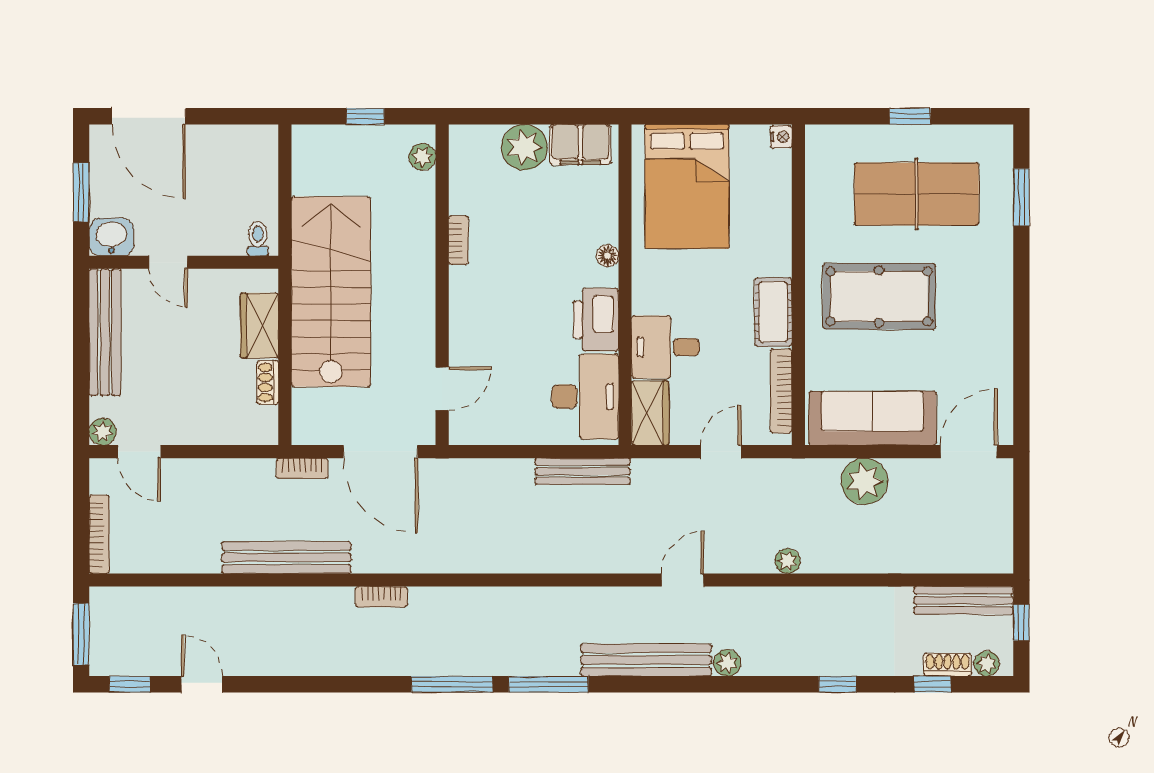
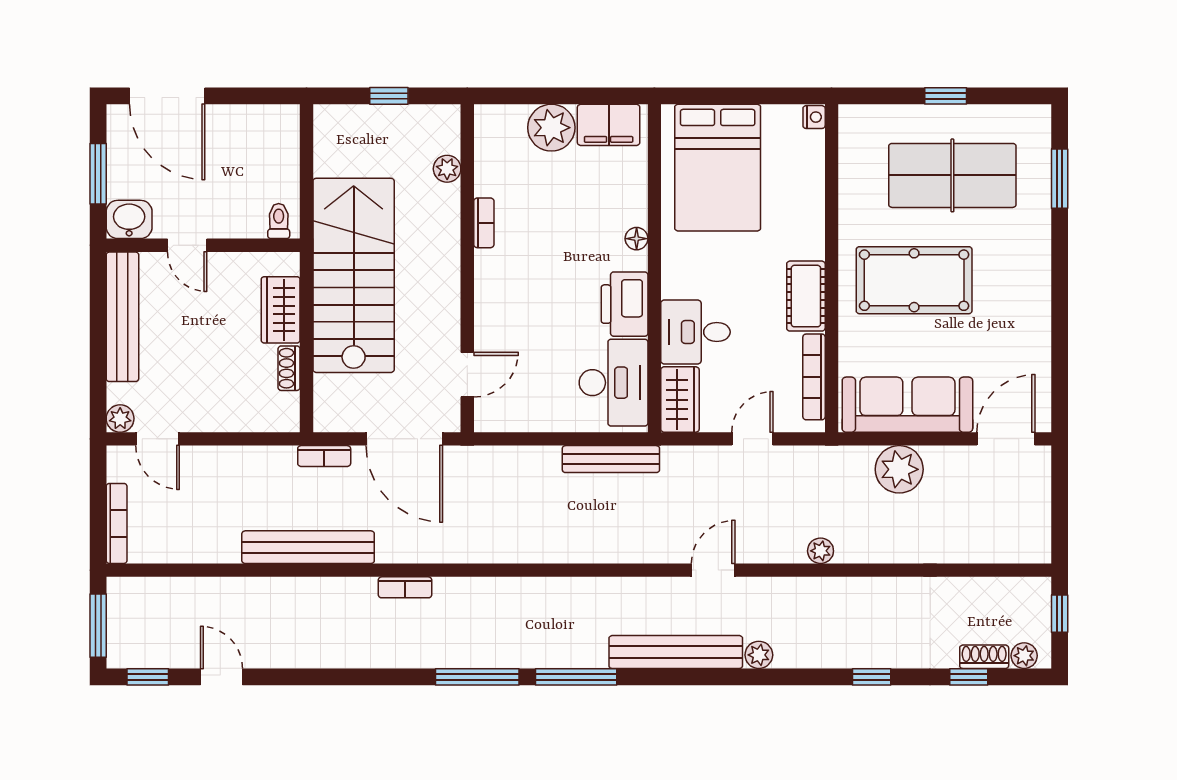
plant: (422, 157) -> (447, 169), moved
bench: (964, 600) -> (1001, 591), removed

